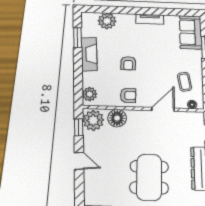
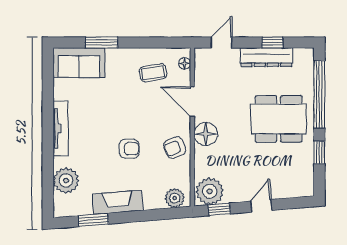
tv unit: (150, 19) -> (61, 128), width x1.41
armchair: (128, 95) -> (175, 148), turned -112
floor lamp: (117, 118) -> (206, 134), moved

